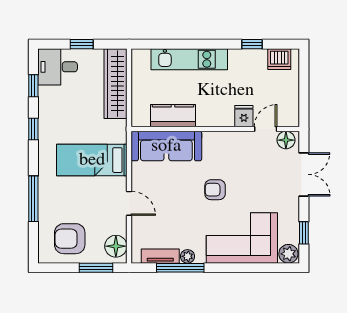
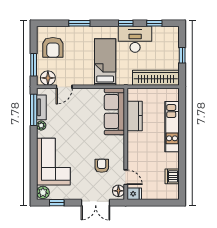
window: (252, 44) -> (182, 168), removed
dishwasher: (279, 59) -> (172, 176), moved
desk: (58, 67) -> (135, 39), moved, width x1.37
fridge: (244, 116) -> (134, 194), moved
armchair: (215, 190) -> (102, 166), moved
window: (33, 199) -> (79, 23), width x0.69
door: (129, 203) -> (64, 87), moved
armchair: (70, 239) -> (53, 47), turned 180
window: (180, 268) -> (34, 110), moved

